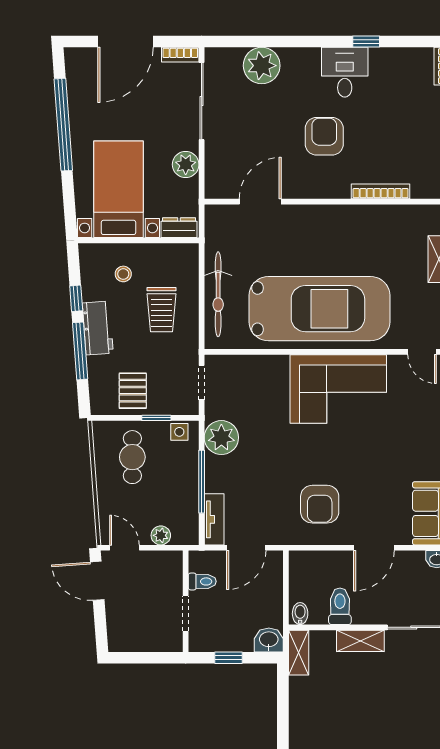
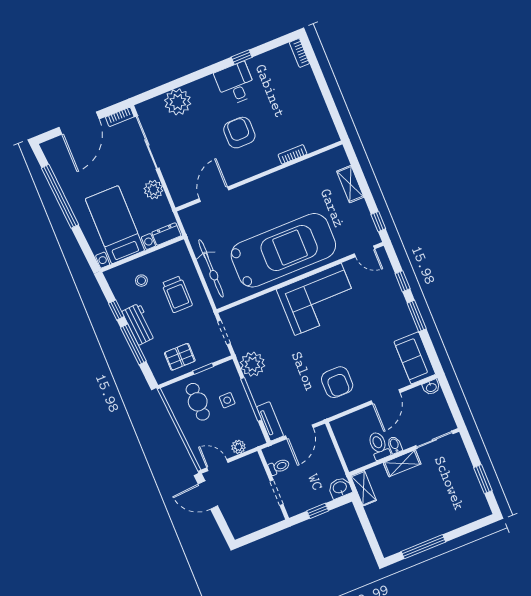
bookcase: (381, 191) -> (292, 154), width x0.64
pallet: (133, 391) -> (180, 357), turned 90
side table: (179, 432) -> (227, 400), moved
bidet: (300, 614) -> (395, 445), moved

